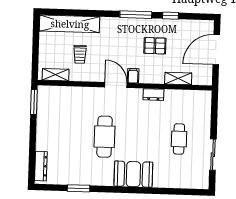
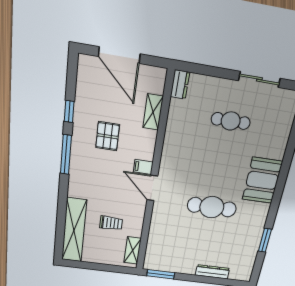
door: (116, 85) -> (152, 188), hinge flipped
dresser: (153, 95) -> (180, 84), moved
dresser: (41, 166) -> (212, 272), moved

